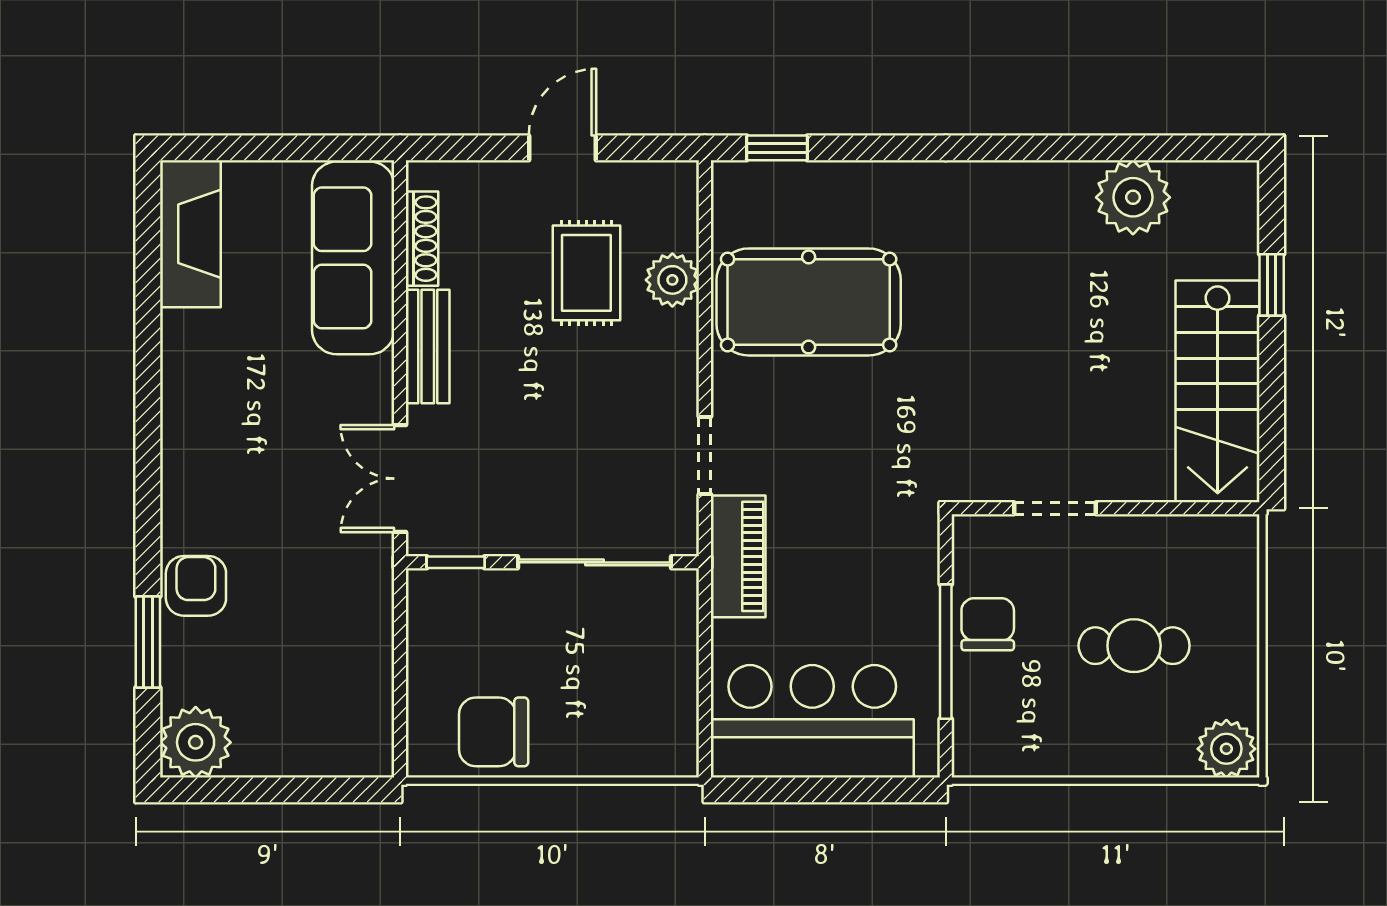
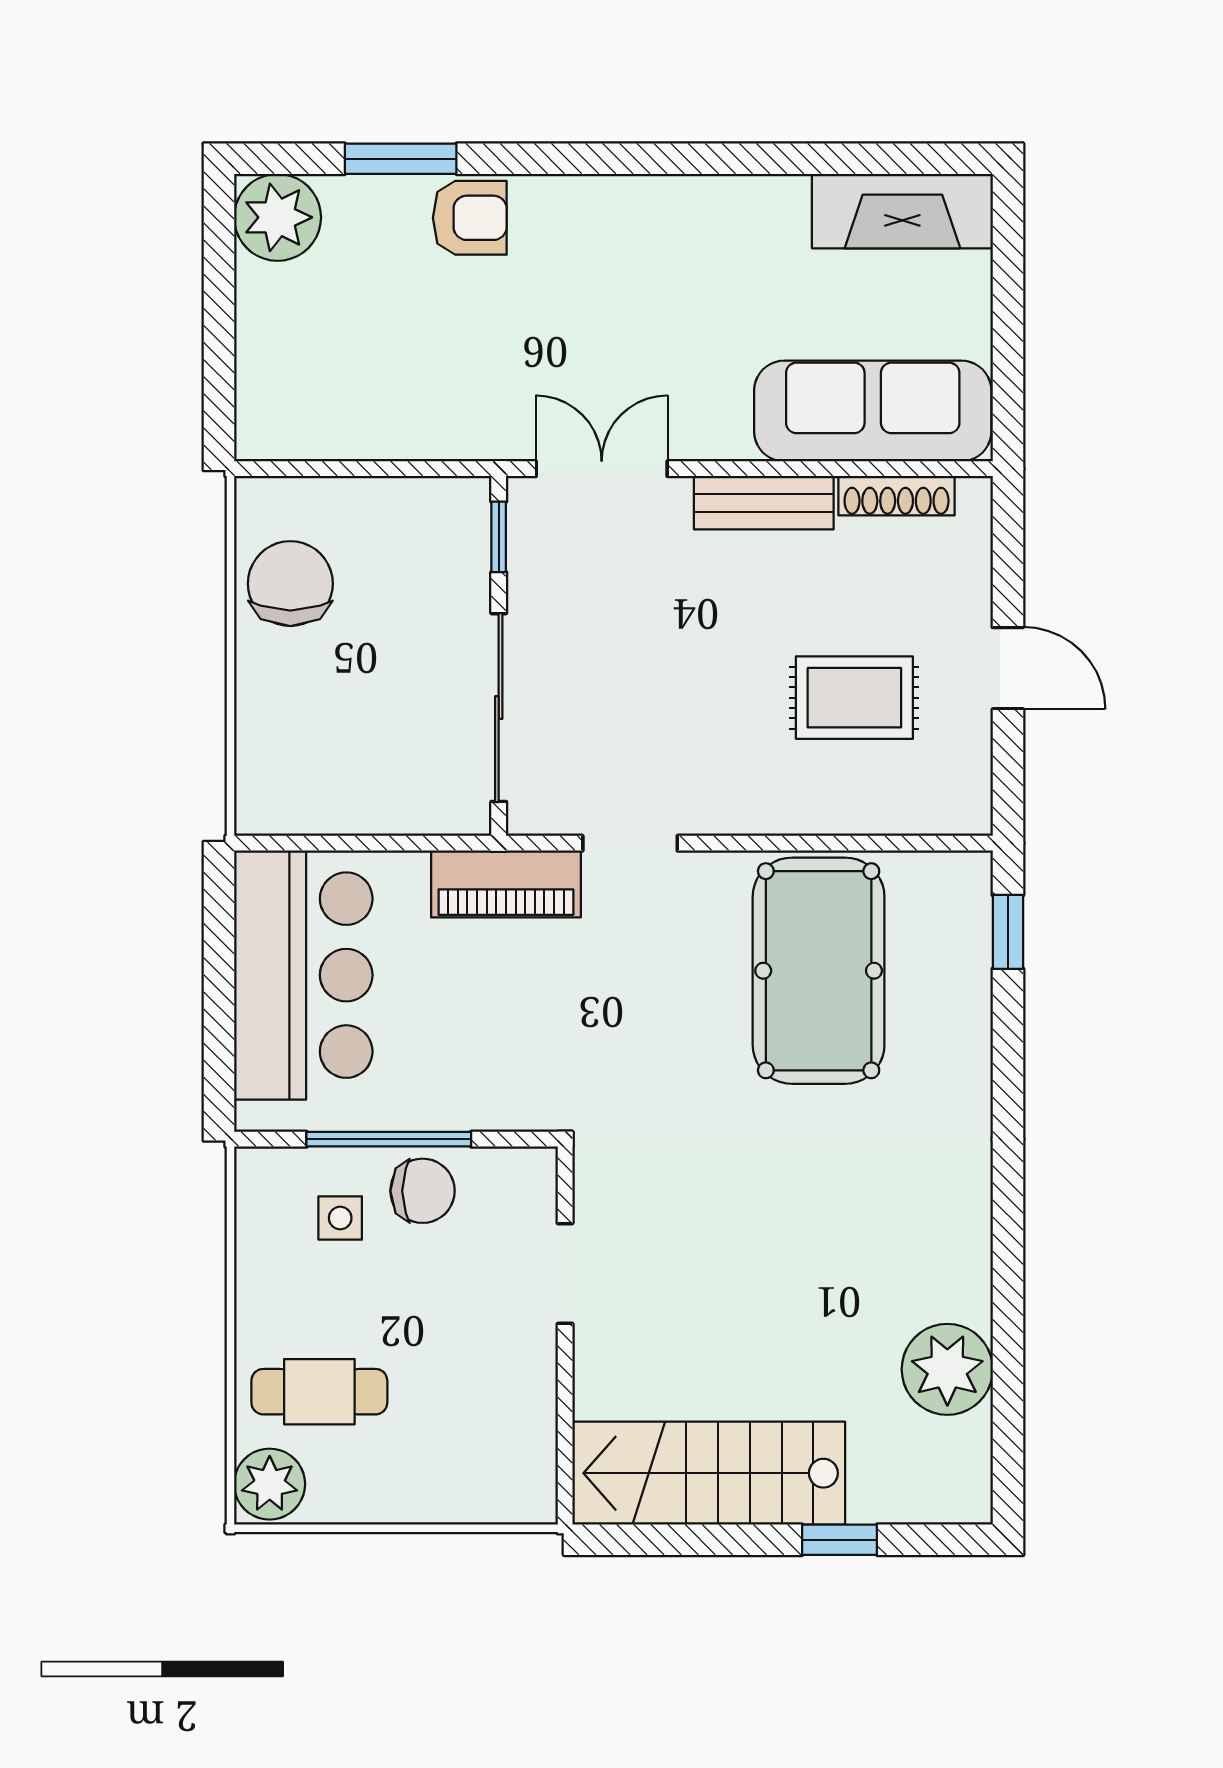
plant: (672, 280) -> (846, 803), removed
cafe table: (1134, 646) -> (319, 1392), moved, turned 90
side table: (1010, 691) -> (340, 1218), added

